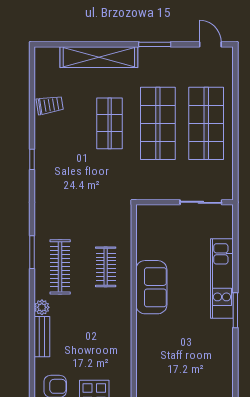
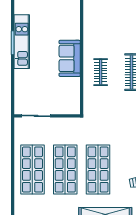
shop shelf: (110, 123) -> (98, 170), width x1.43, depth x1.36
kitchen unit: (222, 279) -> (22, 42), moved

